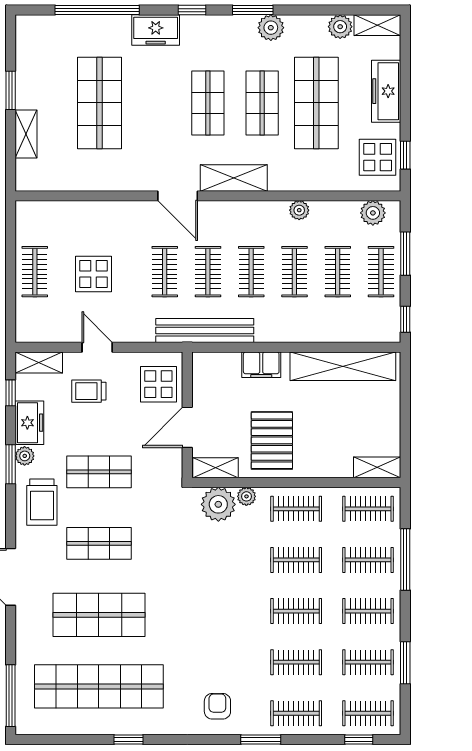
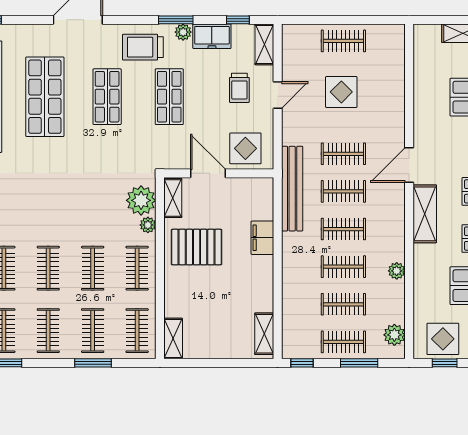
shelving: (343, 366) -> (264, 334), width x0.45, depth x0.75
trolley: (89, 391) -> (239, 88), turned 180
window: (405, 560) -> (93, 363), width x0.69

